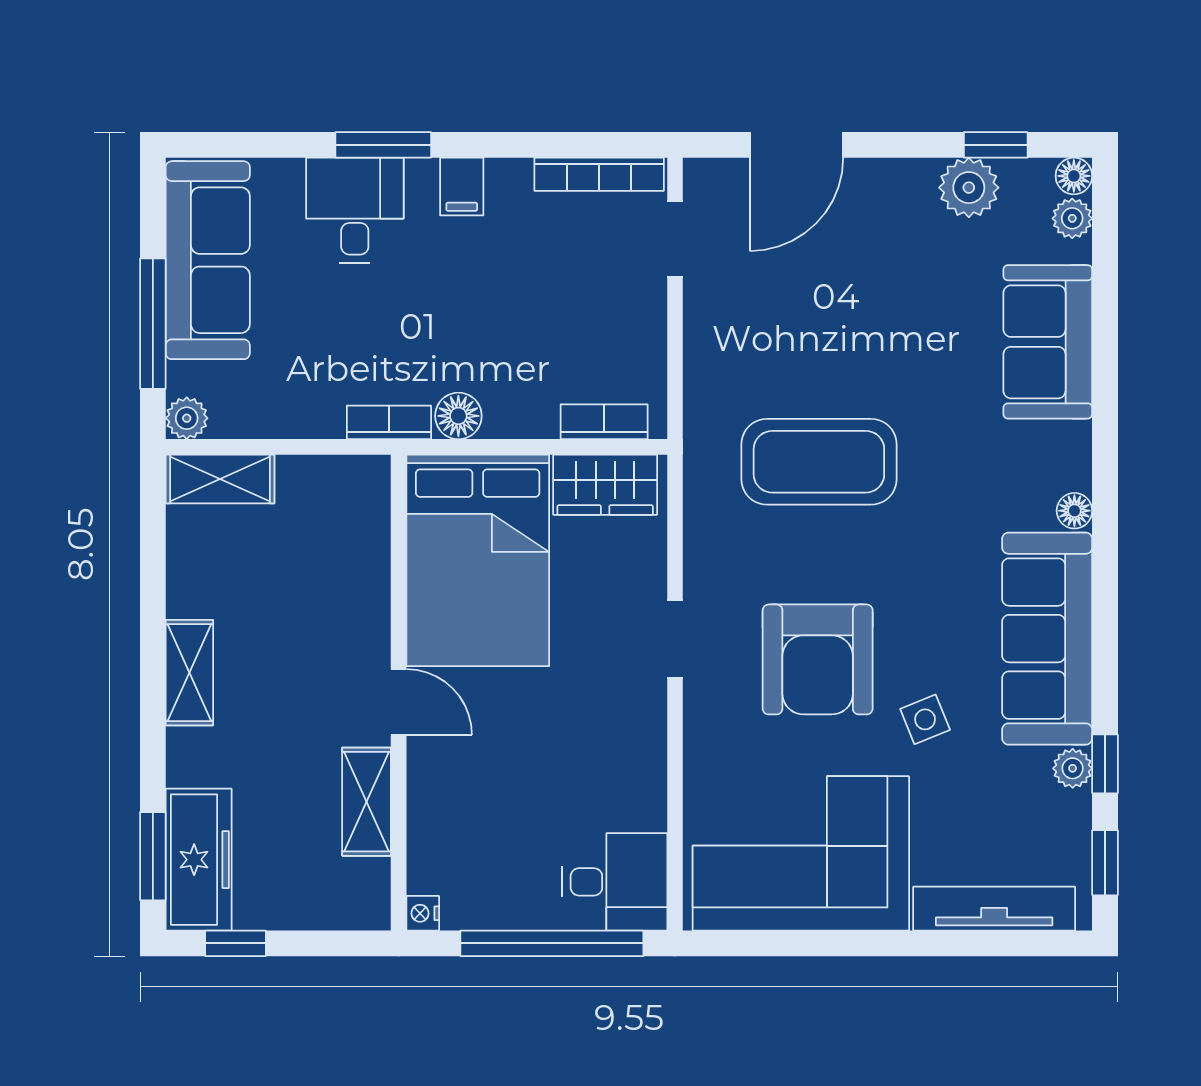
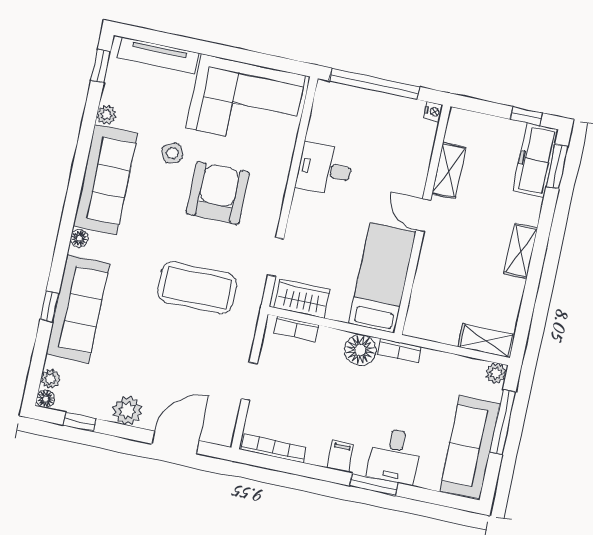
plant: (969, 188) -> (127, 411), moved
doorway: (675, 239) -> (249, 381), moved
sofa: (1048, 342) -> (78, 309), width x1.36
floor lamp: (458, 416) -> (360, 350), width x1.38, depth x1.38
bed: (478, 560) -> (382, 278), width x0.67
doorway: (675, 639) -> (276, 257), moved
window: (1105, 764) -> (50, 306), moved
desk: (615, 882) -> (325, 169), moved

